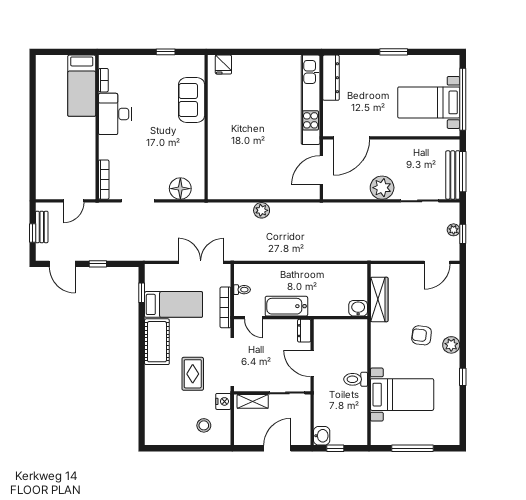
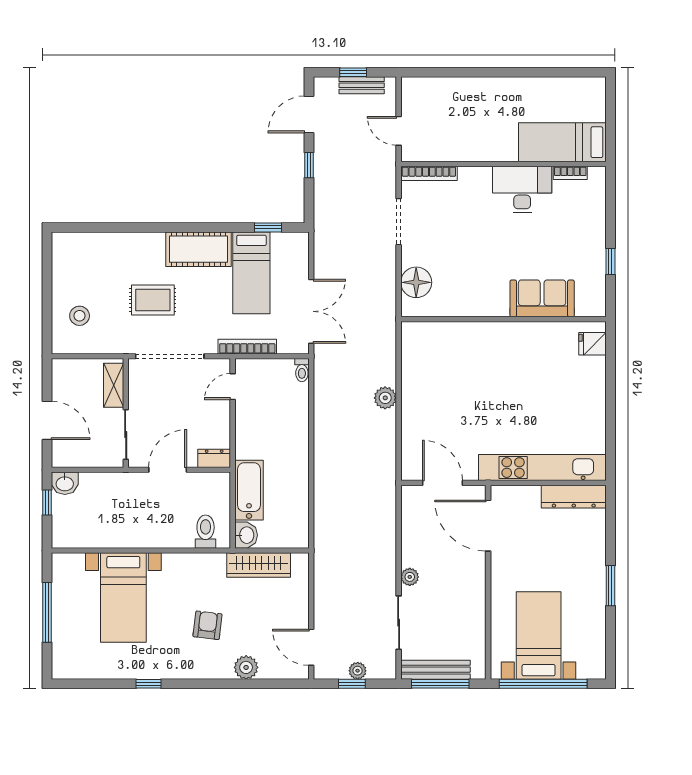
plant: (382, 188) -> (410, 577), width x0.53, depth x0.53
toilet: (242, 290) -> (302, 370), moved
bathtub: (286, 306) -> (249, 490), moved
plant: (451, 345) -> (246, 667), moved
toilet: (356, 379) -> (206, 532), moved
nightstand: (223, 401) -> (114, 343), removed

